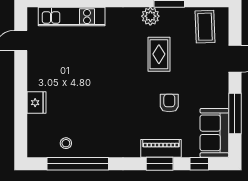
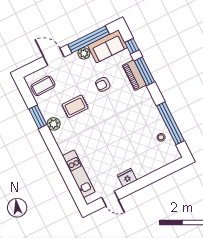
plant: (220, 99) -> (84, 53), added
fridge: (37, 103) -> (127, 178), moved
window: (235, 113) -> (89, 39), width x1.46
window: (160, 164) -> (144, 71), width x1.44

